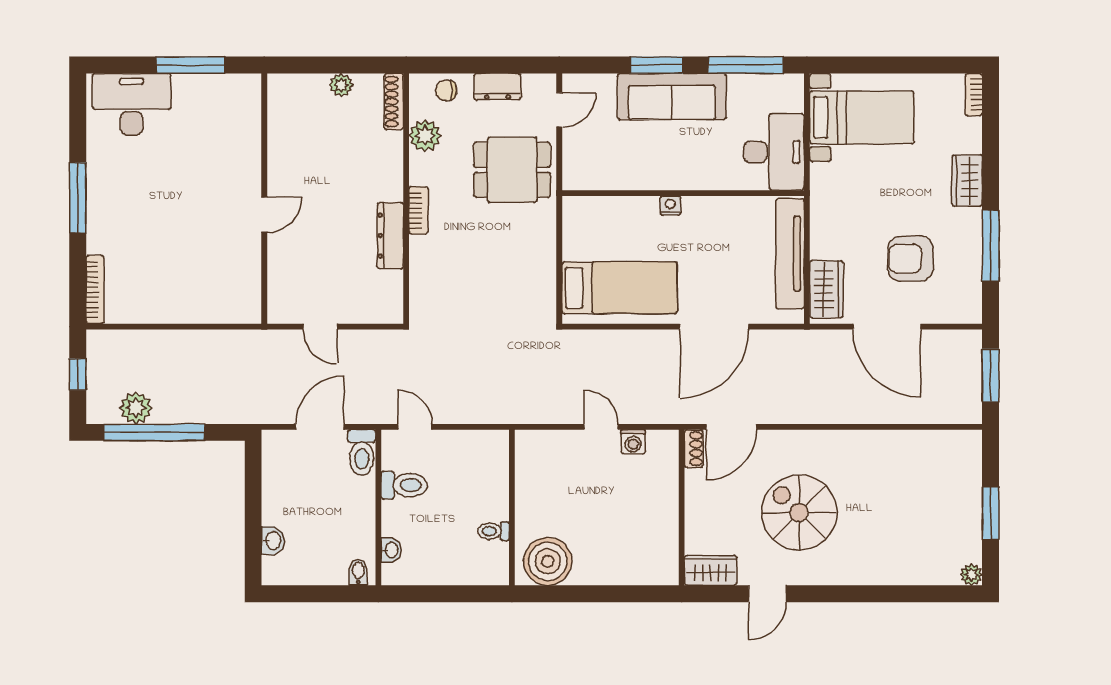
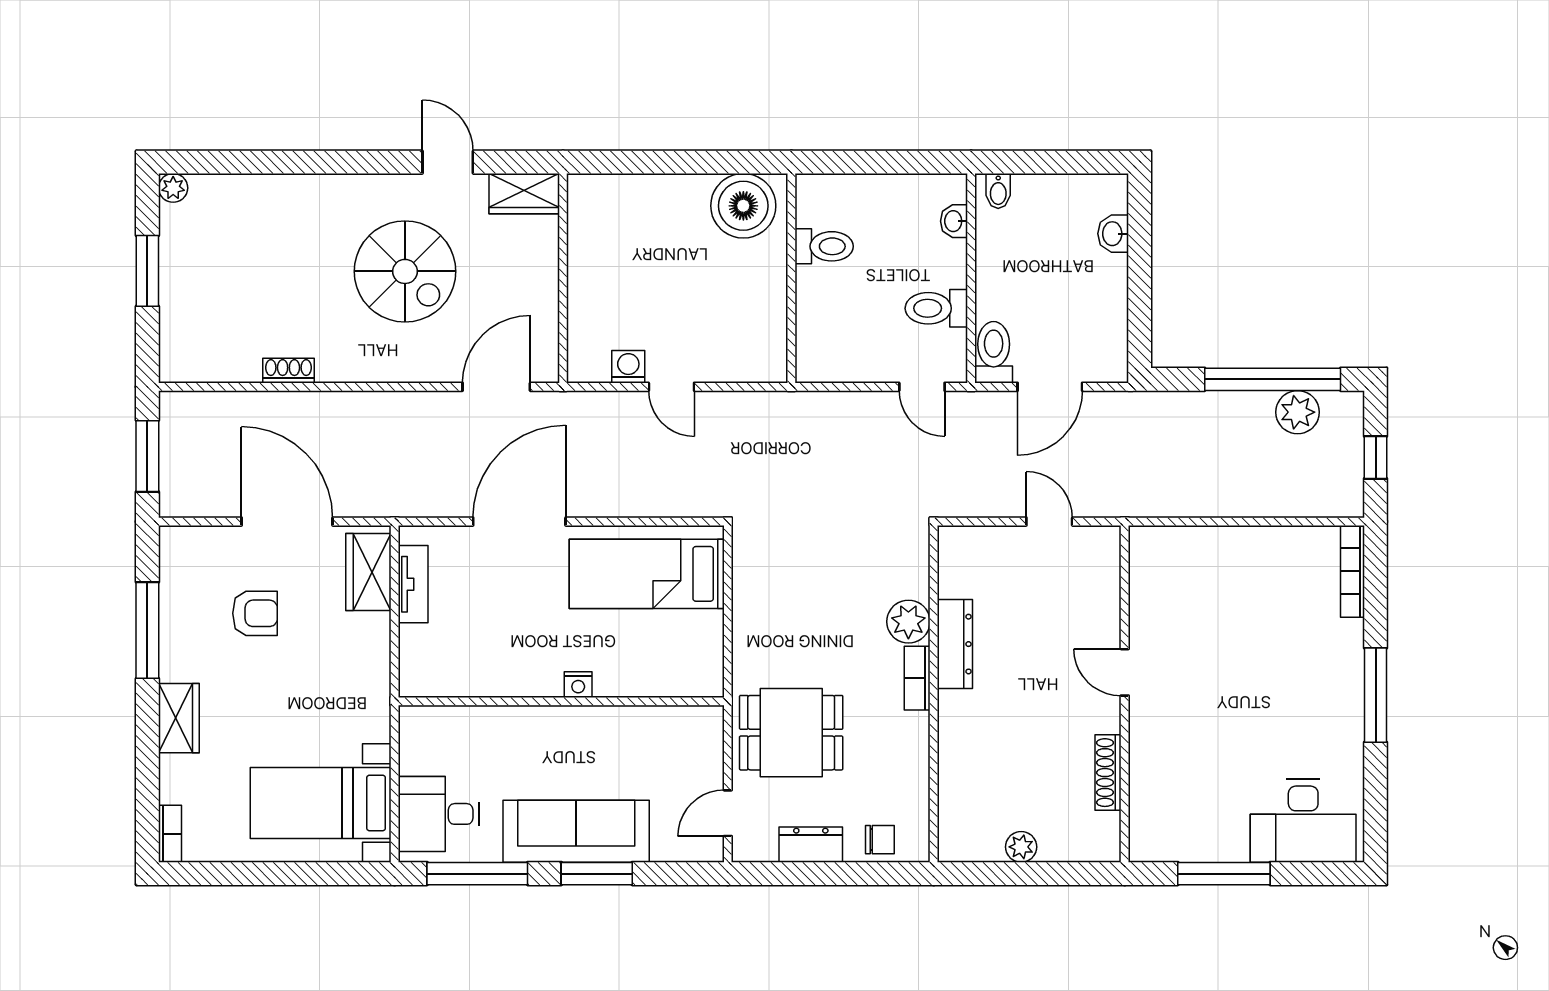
shoe rack: (394, 102) -> (1108, 773), moved, turned 180
plant: (425, 136) -> (908, 622), moved
desk: (774, 152) -> (439, 814), moved, width x0.73
door: (264, 215) -> (1125, 672), hinge flipped
tv unit: (790, 254) -> (413, 584), width x0.52, depth x0.78
armchair: (911, 258) -> (255, 613), width x0.72, depth x0.72
shoe rack: (694, 449) -> (289, 371), moved, turned 90
toilet: (494, 531) -> (824, 246), width x1.37, depth x1.39
door: (767, 594) -> (448, 162), hinge flipped

